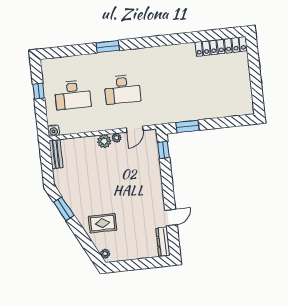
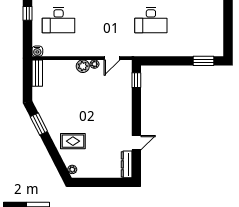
desk: (122, 89) -> (151, 20), moved
window: (187, 126) -> (204, 61), moved

